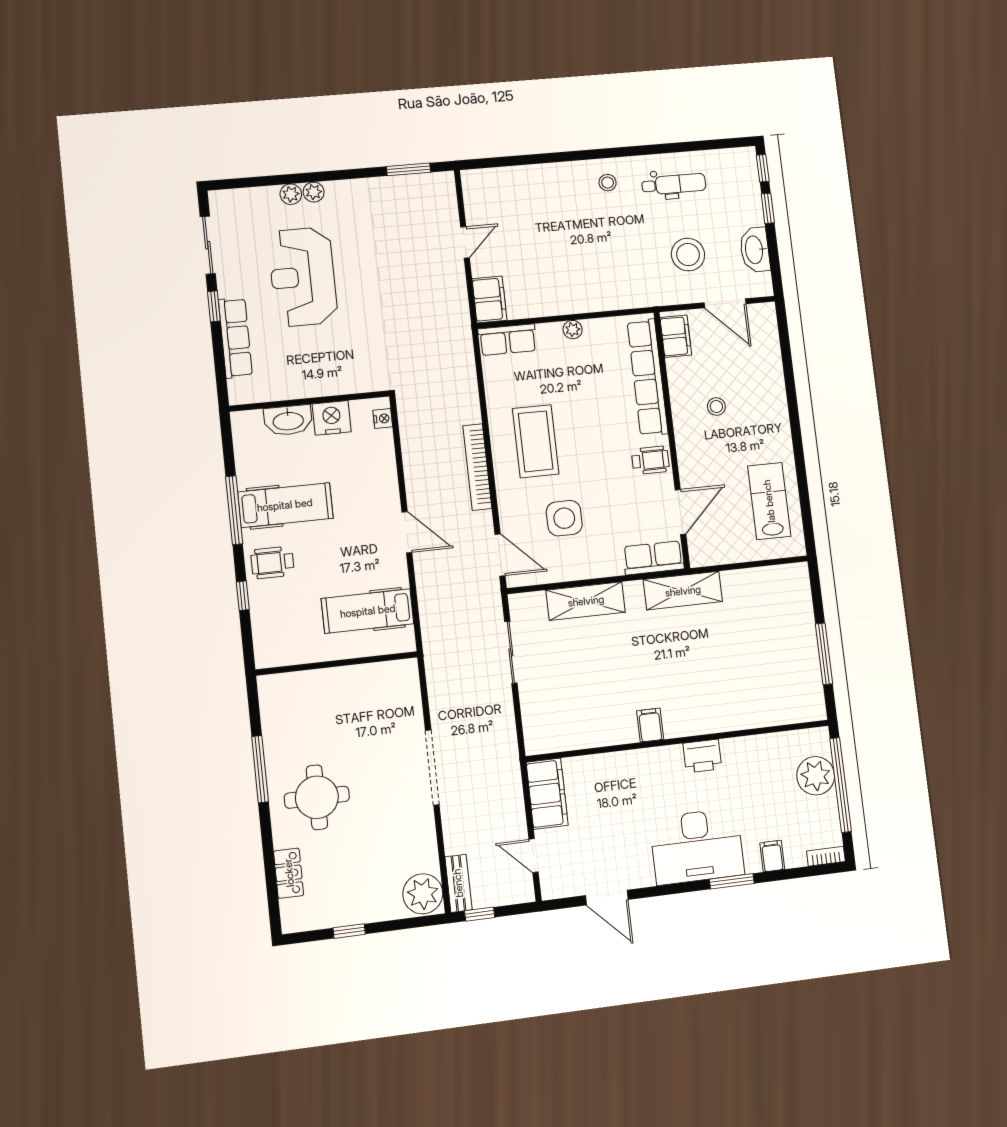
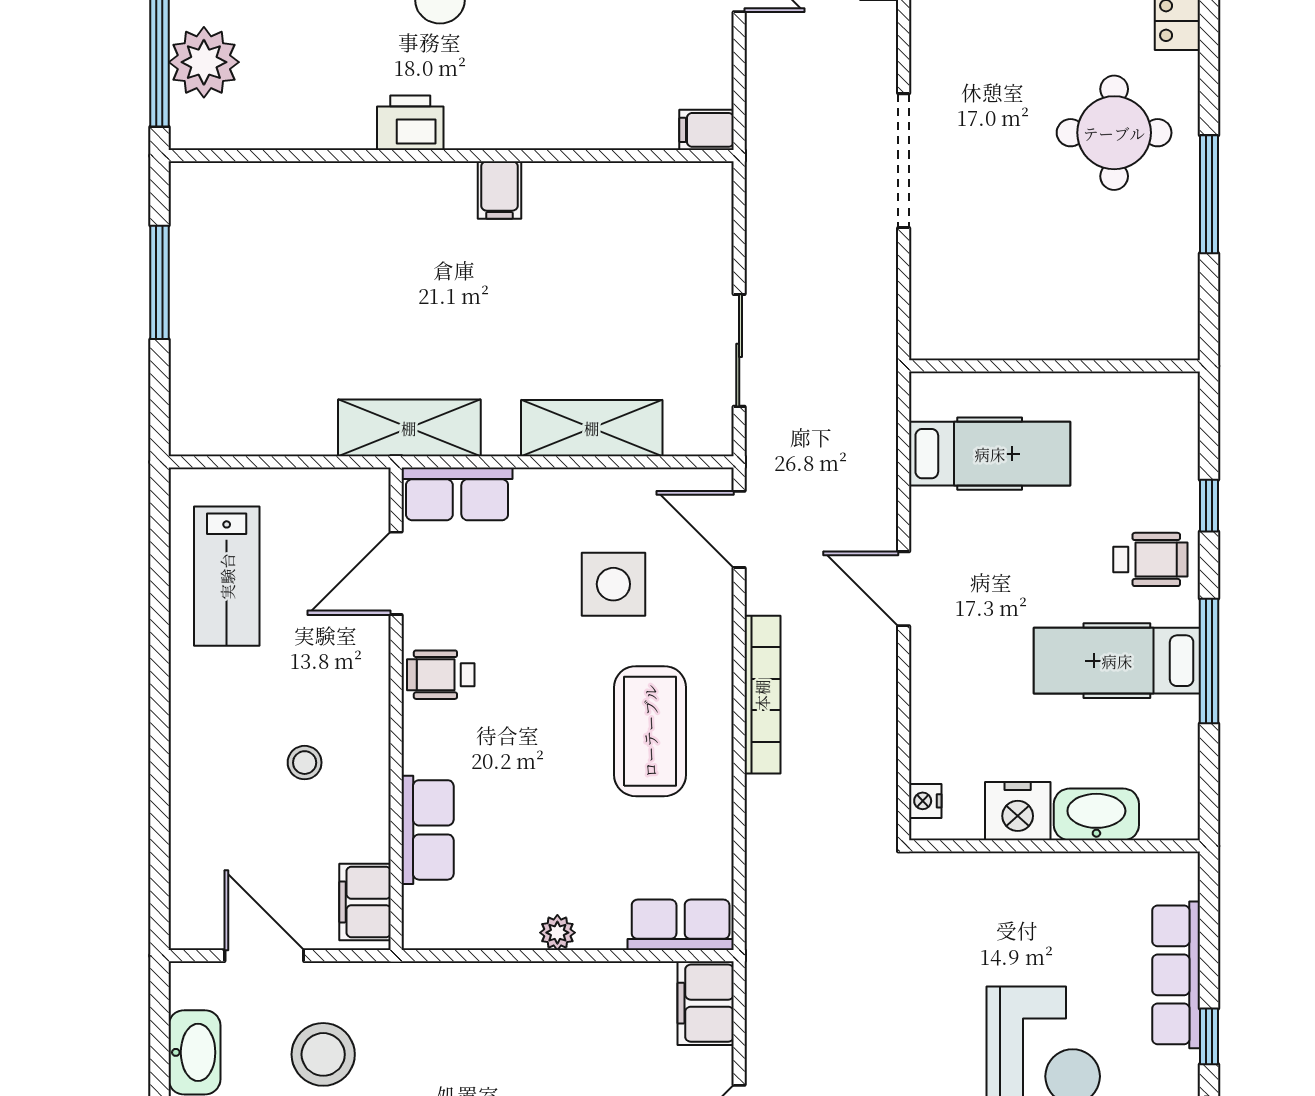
row of seats: (648, 377) -> (428, 830), width x0.50
filing cabinet: (547, 794) -> (707, 130), width x0.33, depth x0.86

